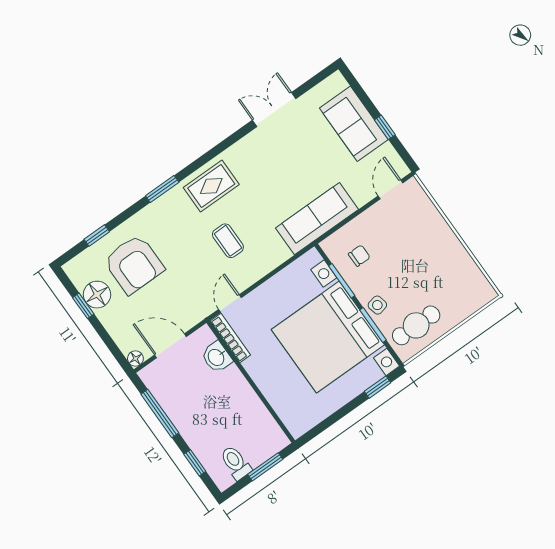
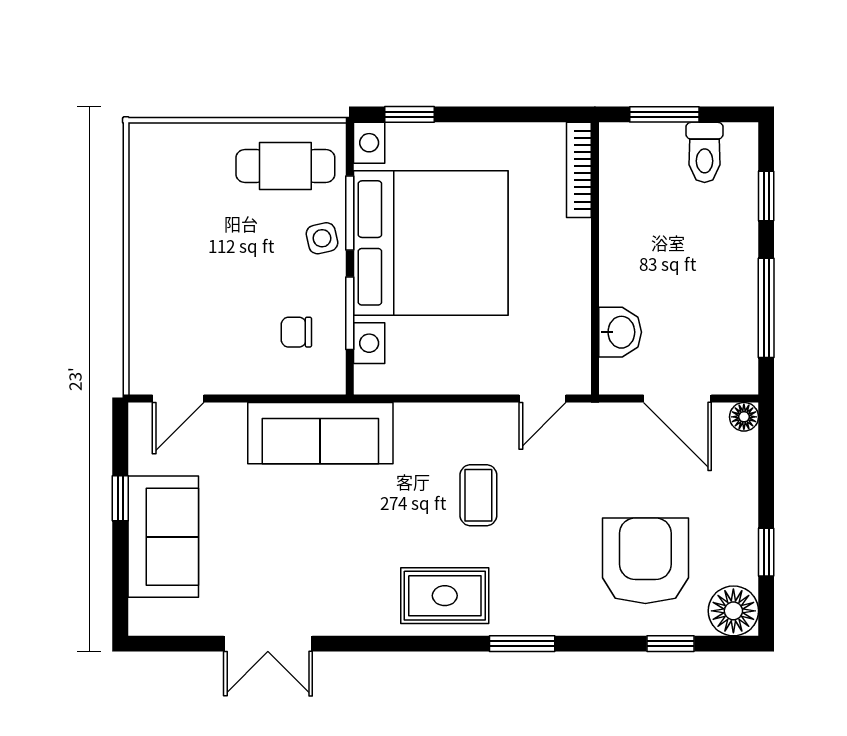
floor lamp: (97, 295) -> (733, 611), moved
bookcase: (230, 338) -> (579, 170), moved

